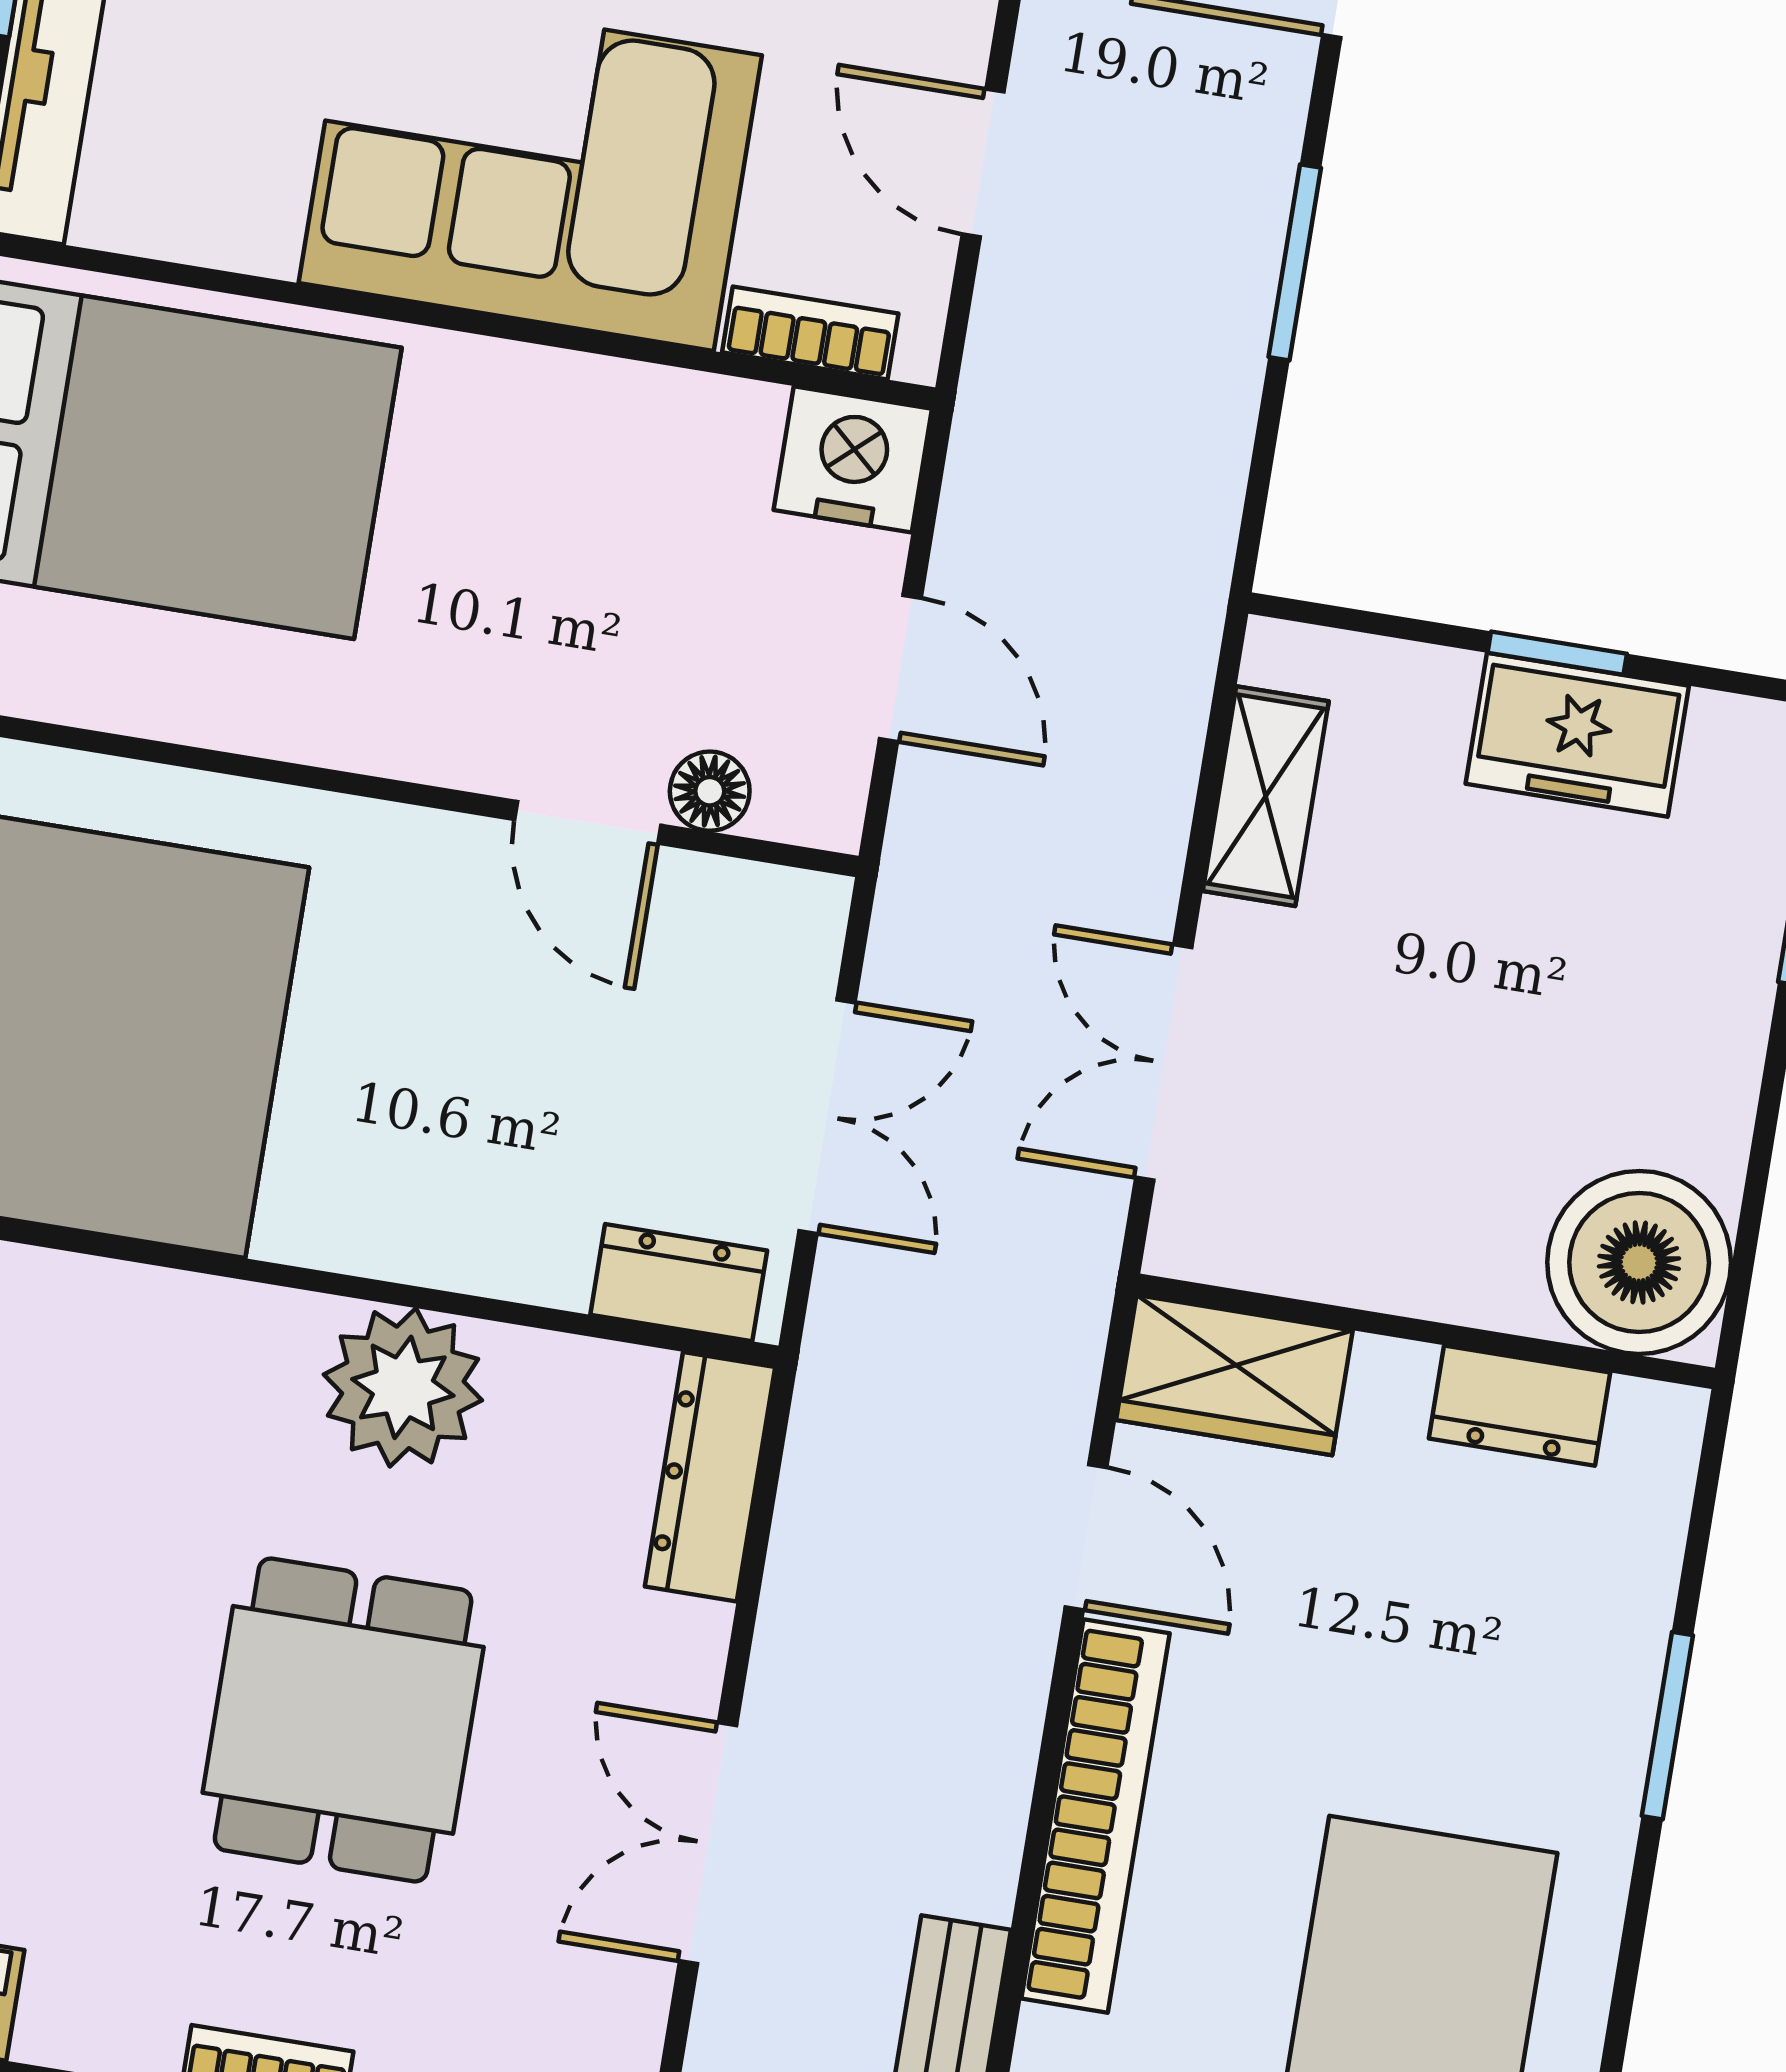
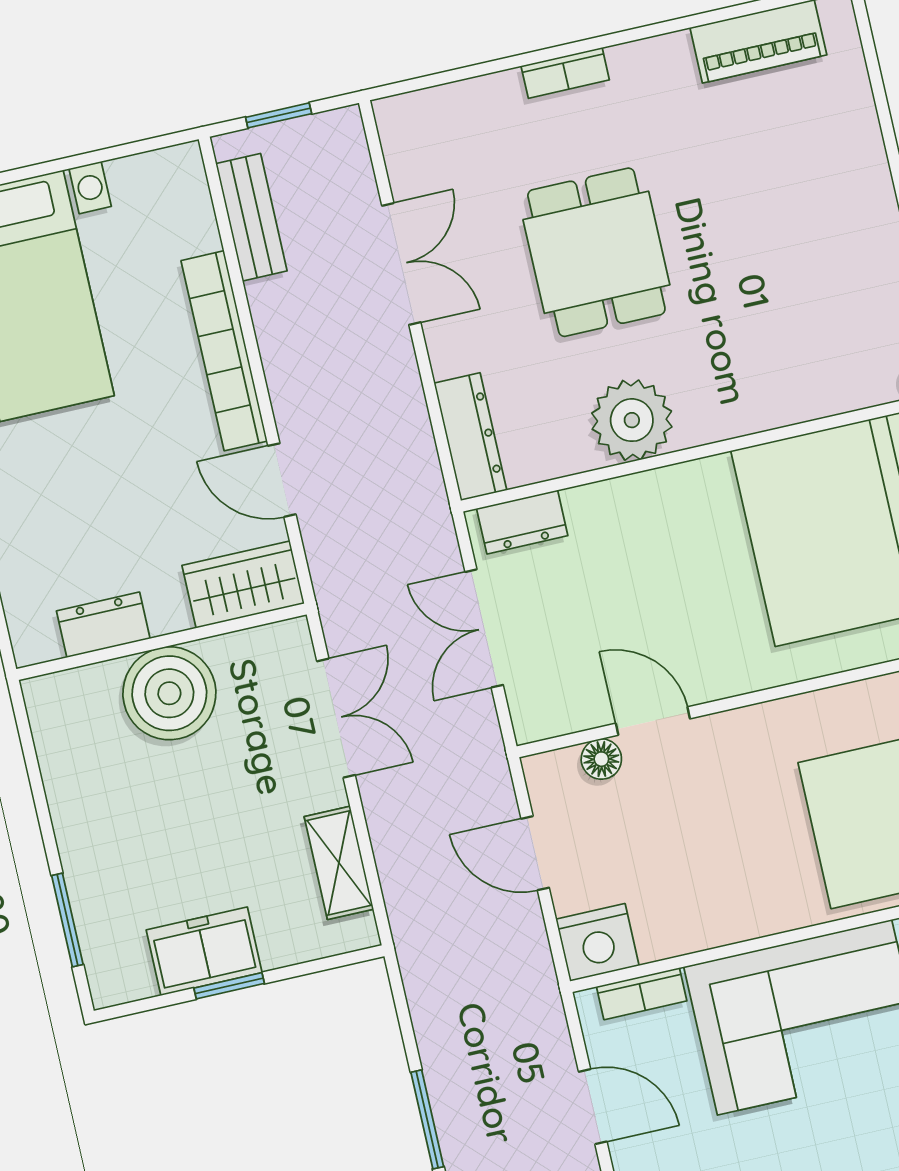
boiler: (1639, 1262) -> (169, 693), moved

